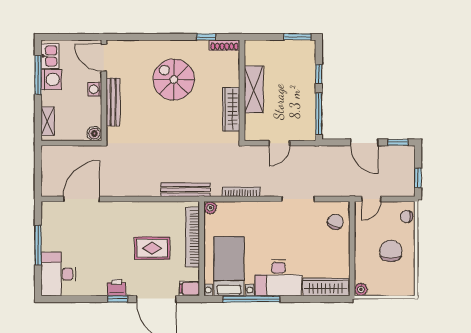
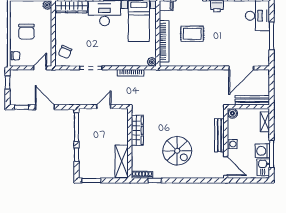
shelving: (254, 90) -> (122, 161), moved
bench: (185, 190) -> (252, 100), moved

